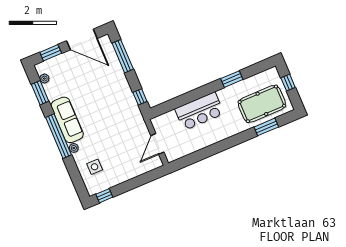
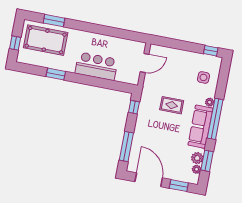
plant: (51, 89) -> (197, 158), added
rug: (107, 122) -> (172, 105), added

